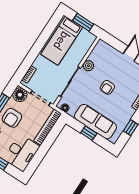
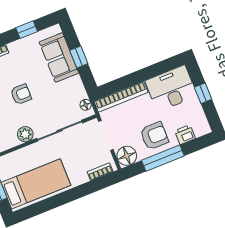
sofa: (95, 122) -> (59, 57), width x0.73

